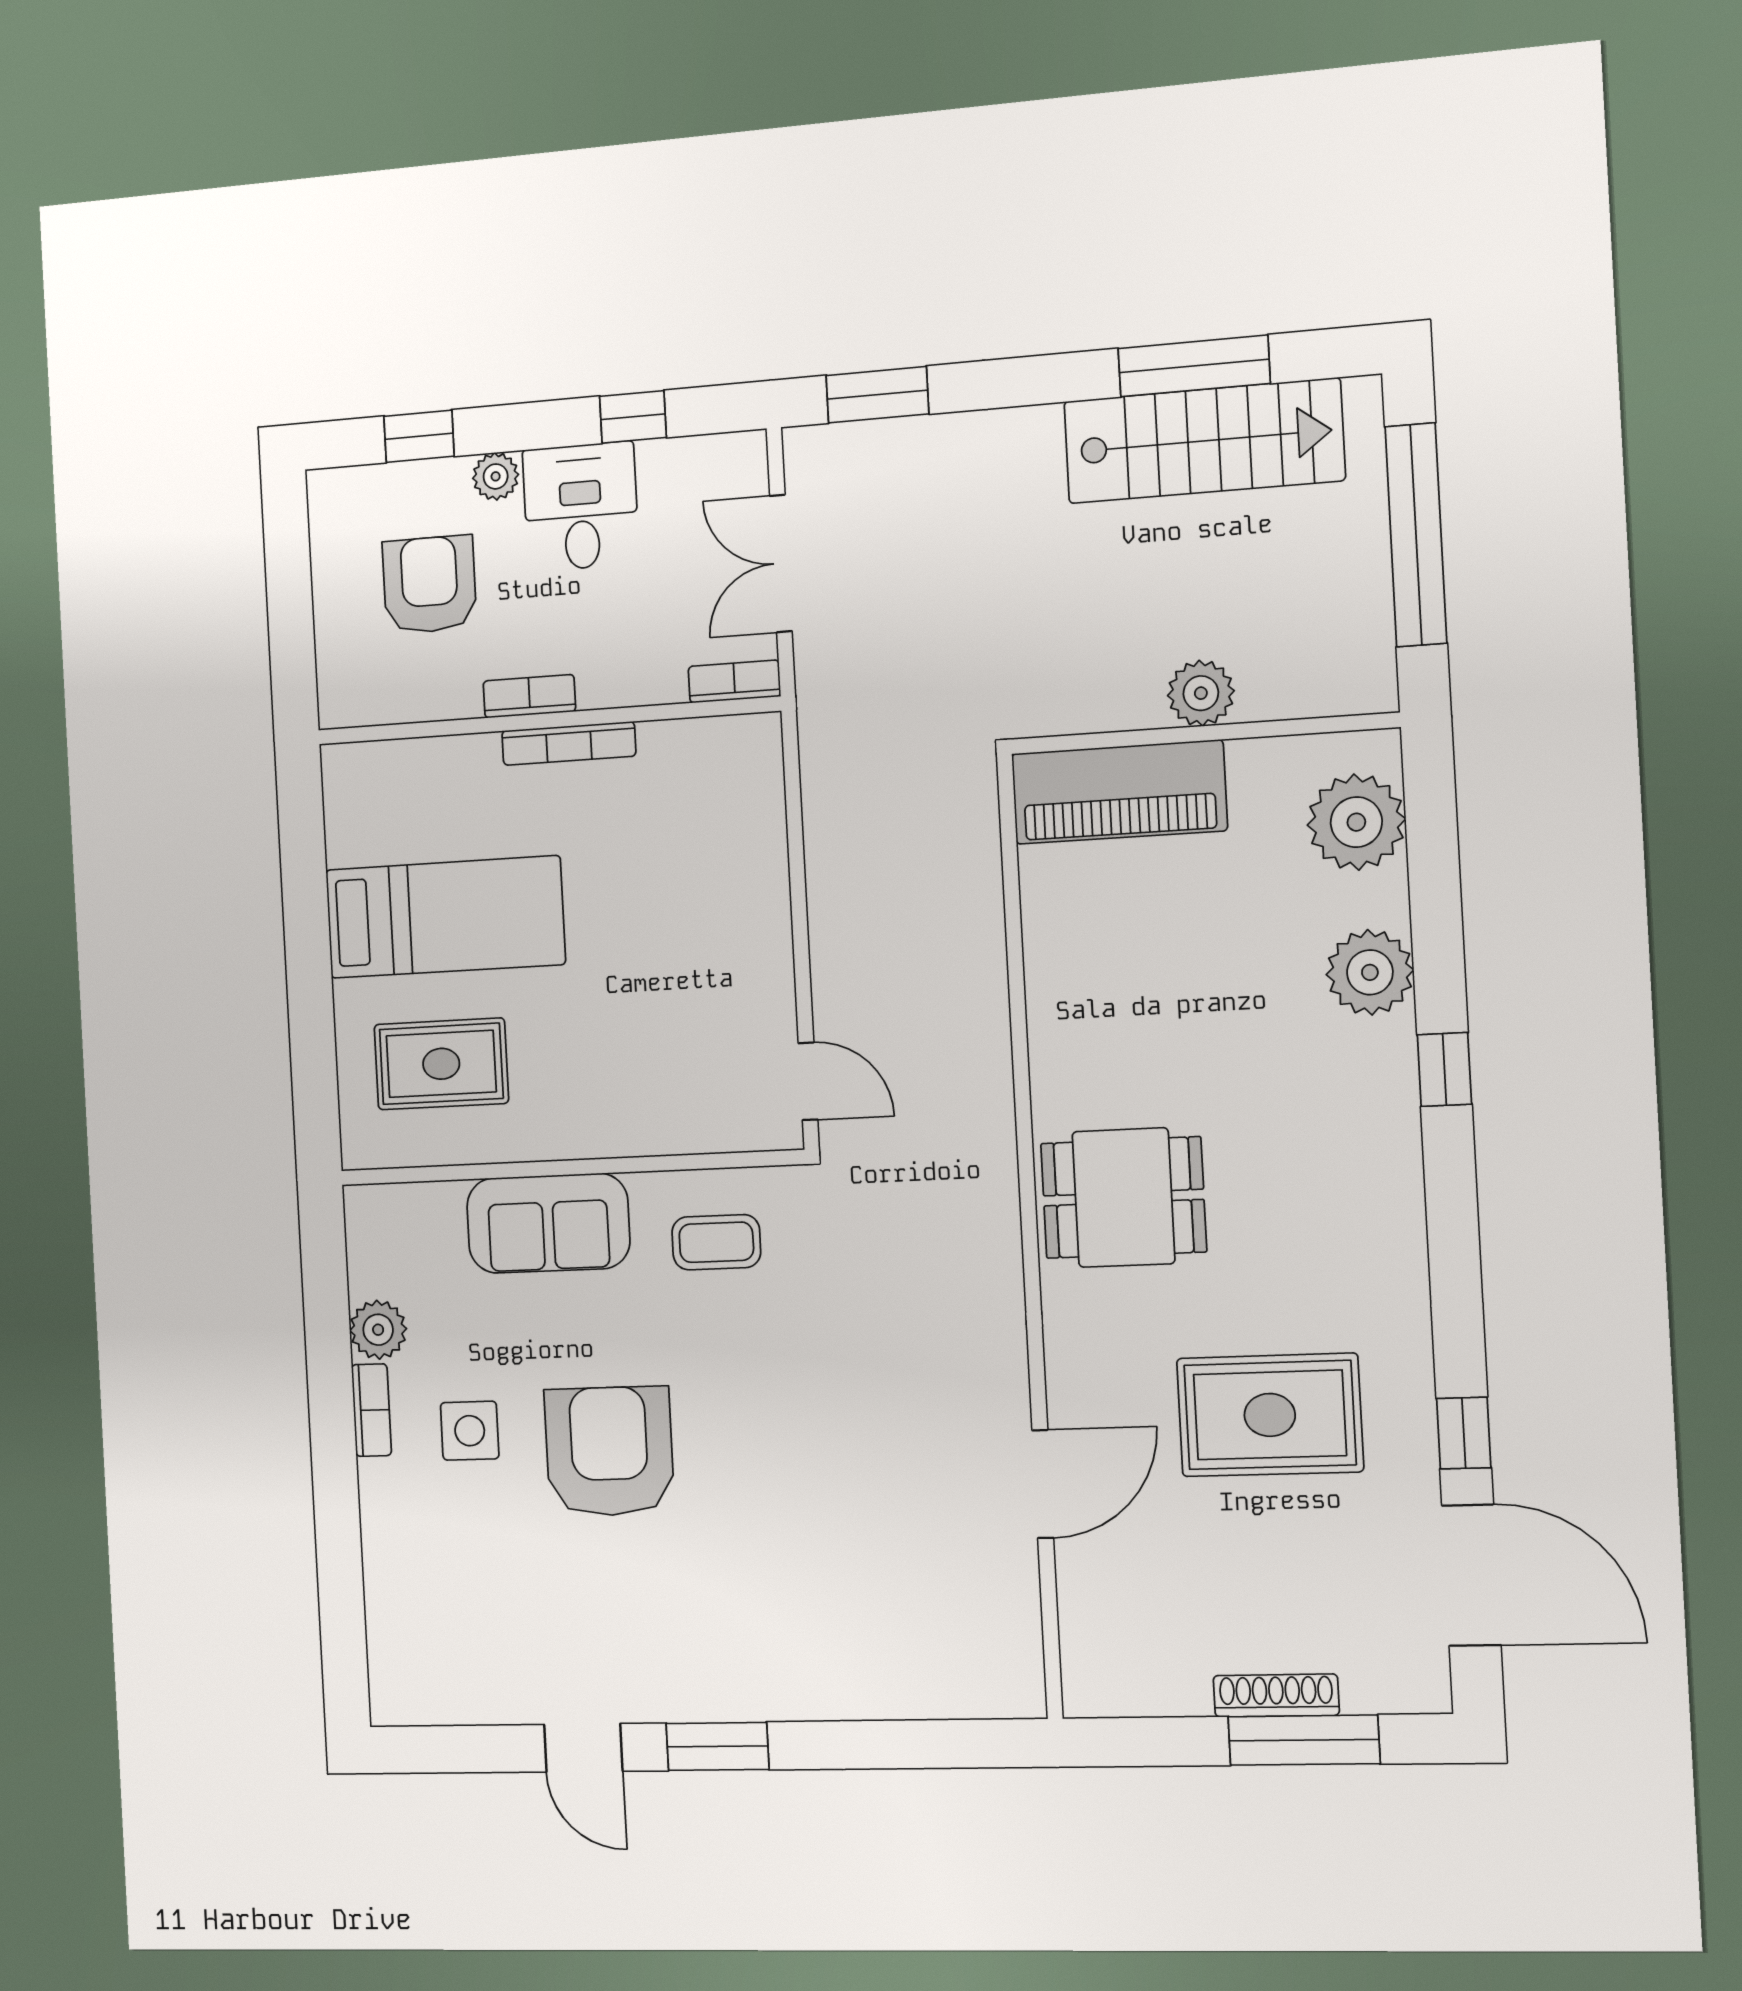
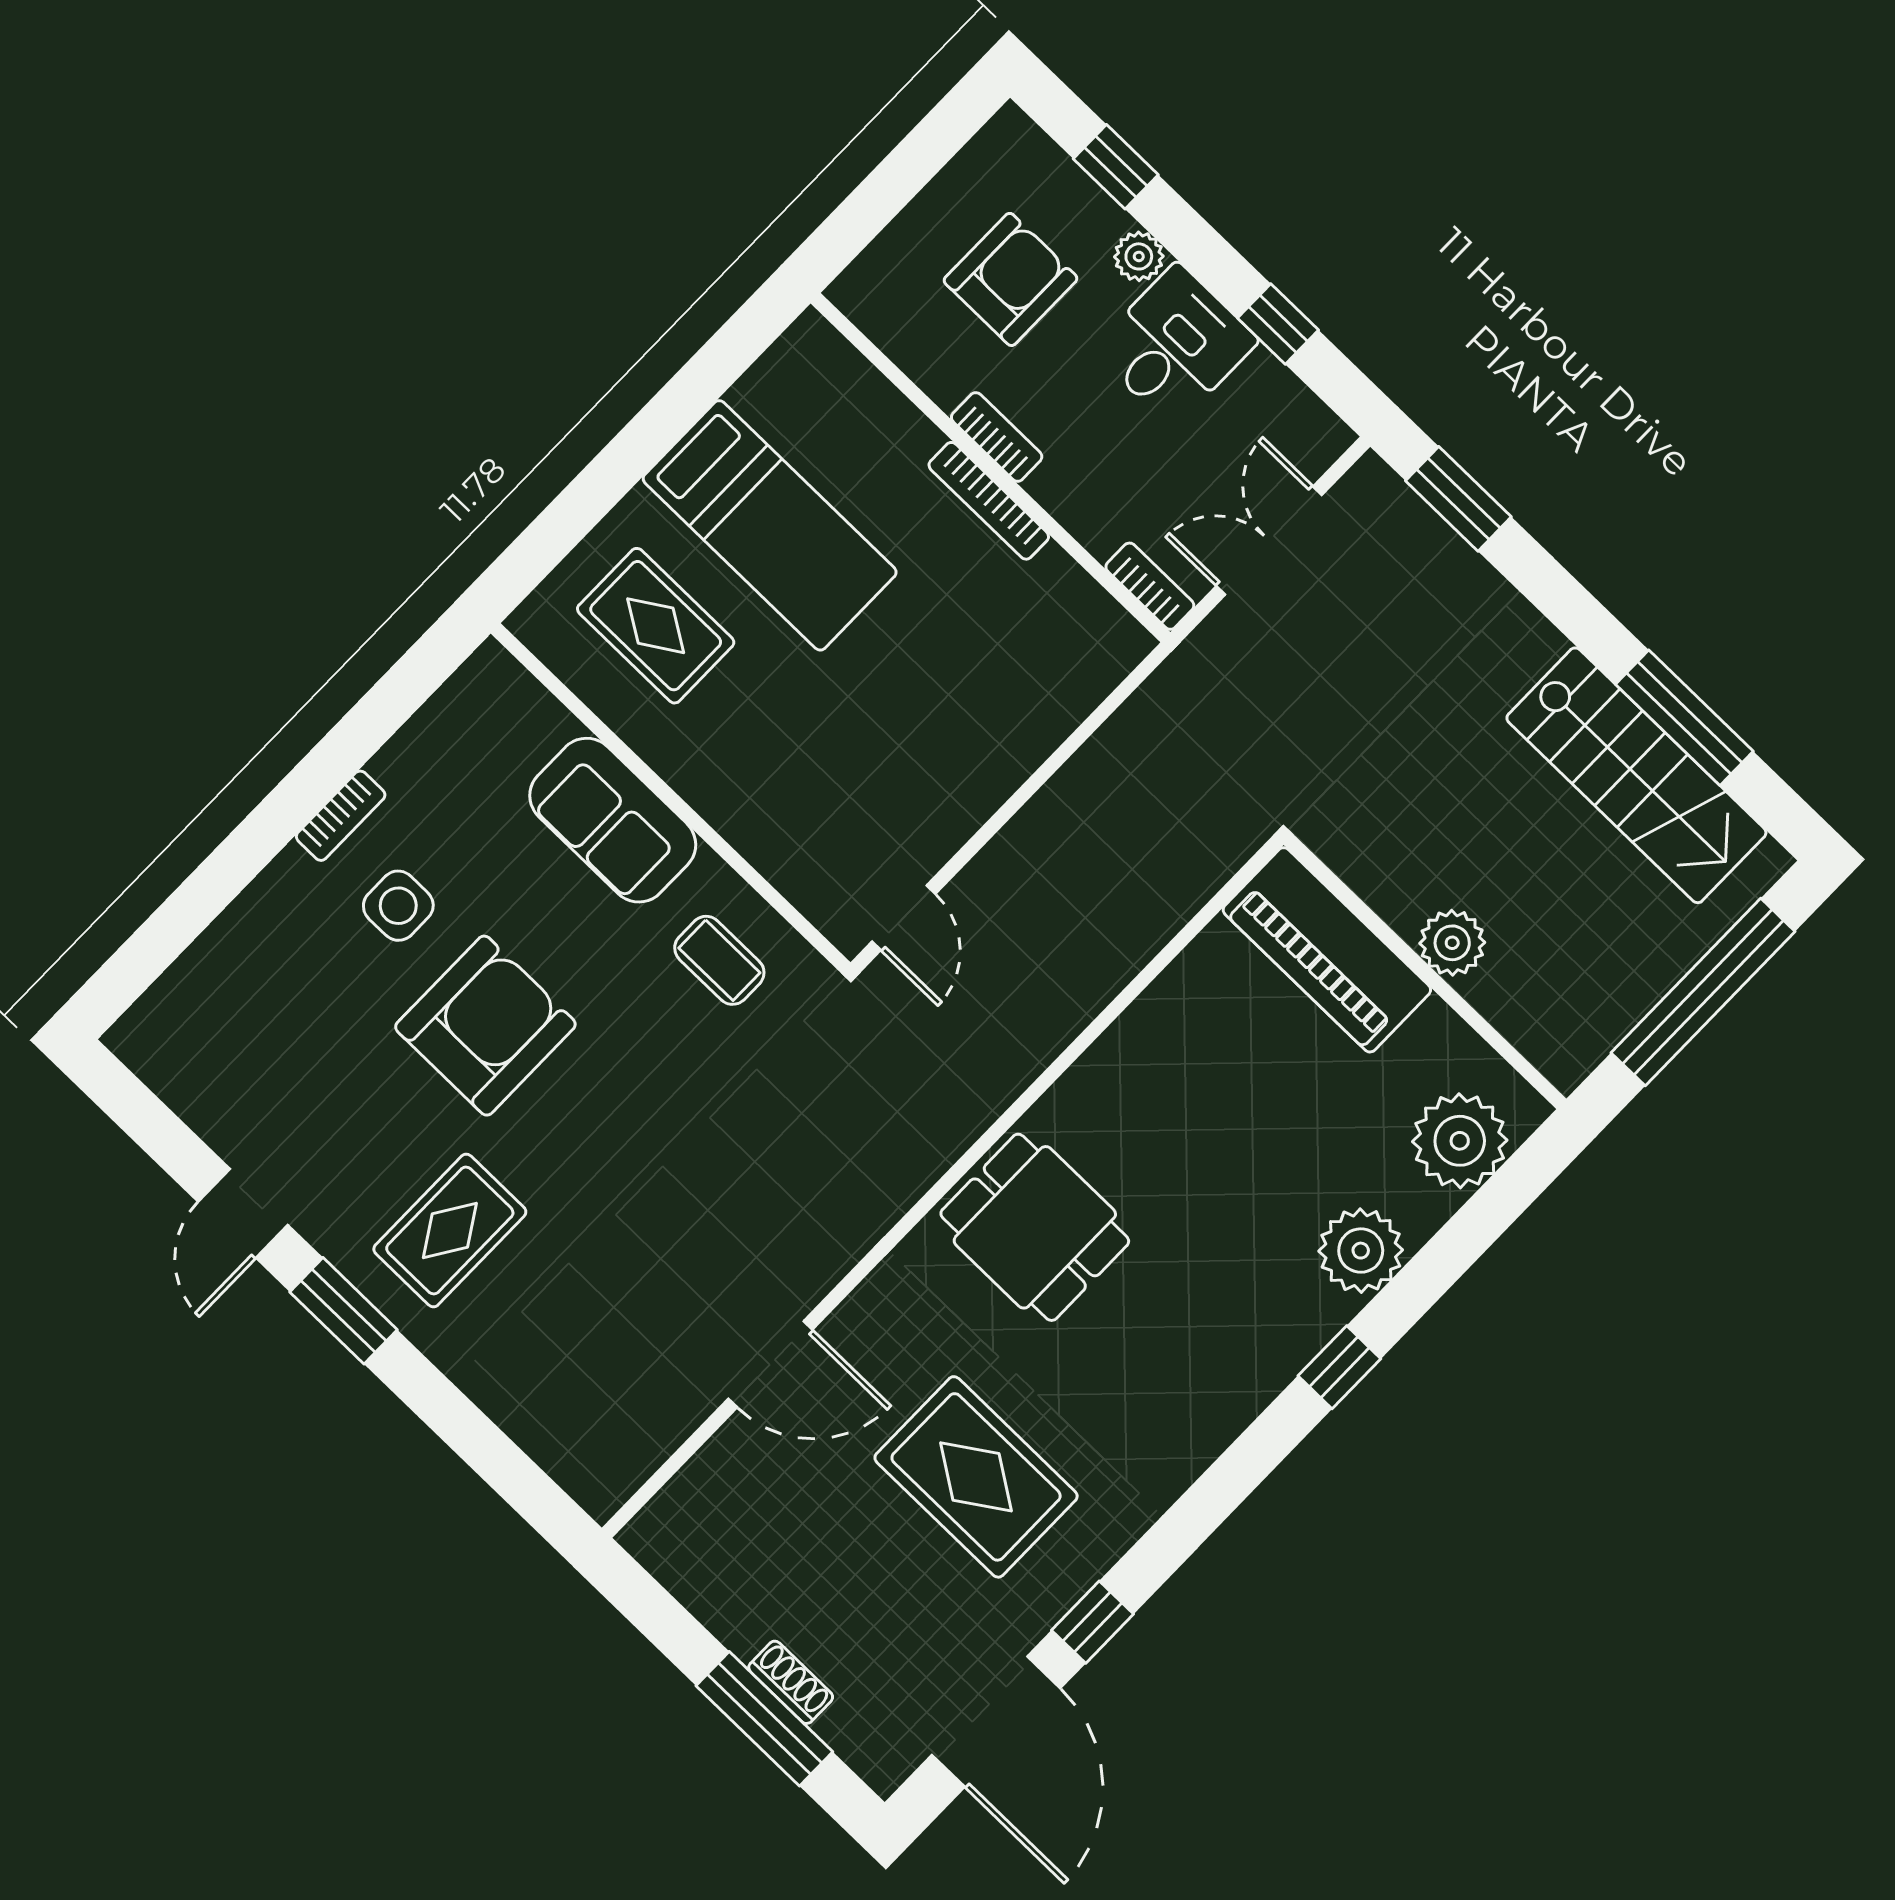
plant: (378, 1330) -> (407, 764), removed
rug: (731, 1617) -> (450, 1230), added
shoe rack: (1276, 1695) -> (791, 1682), width x0.70

